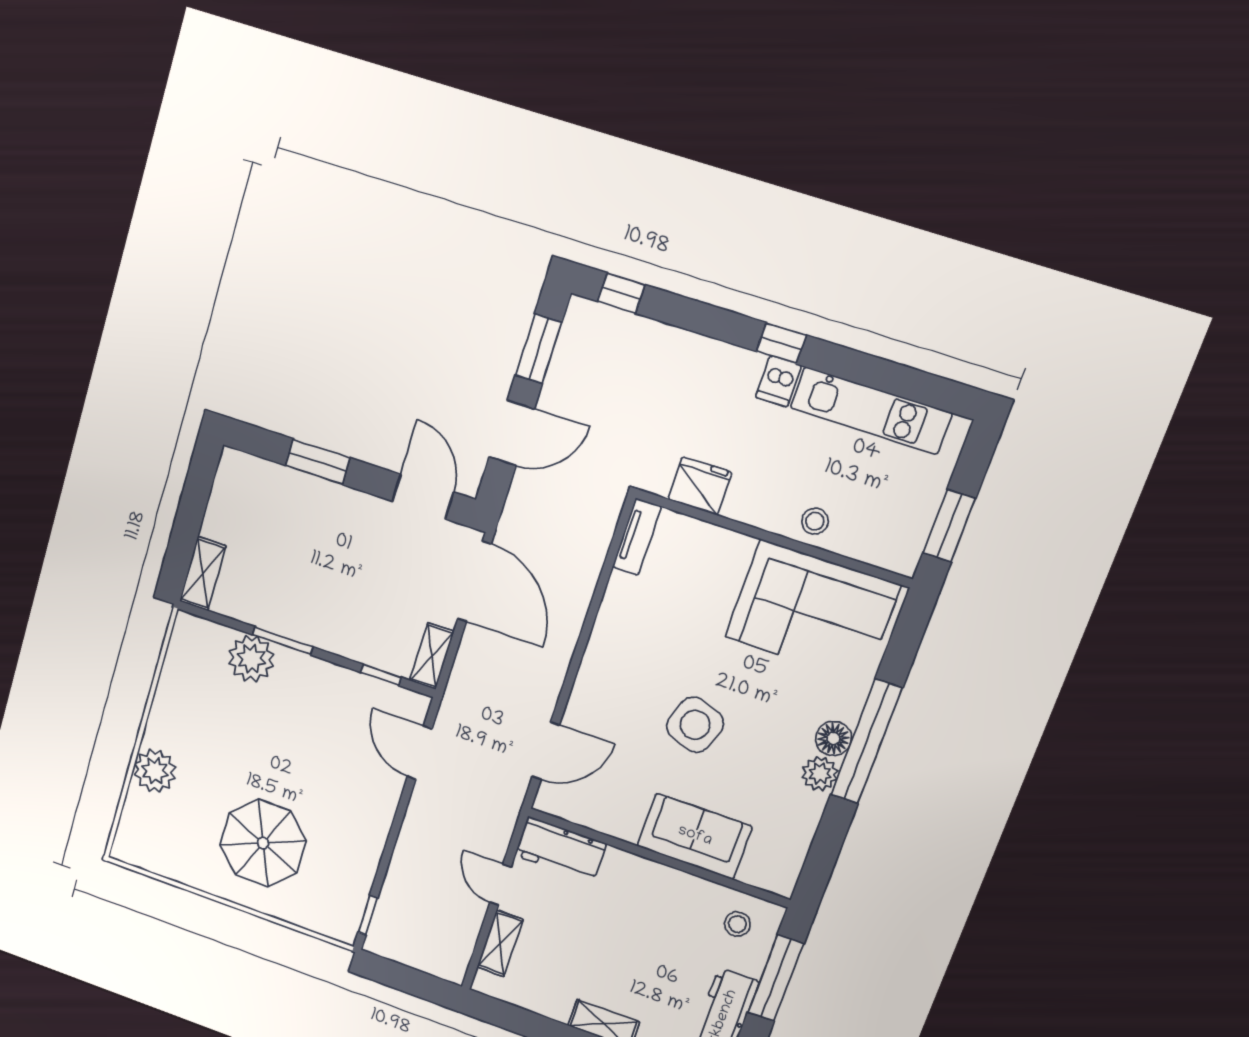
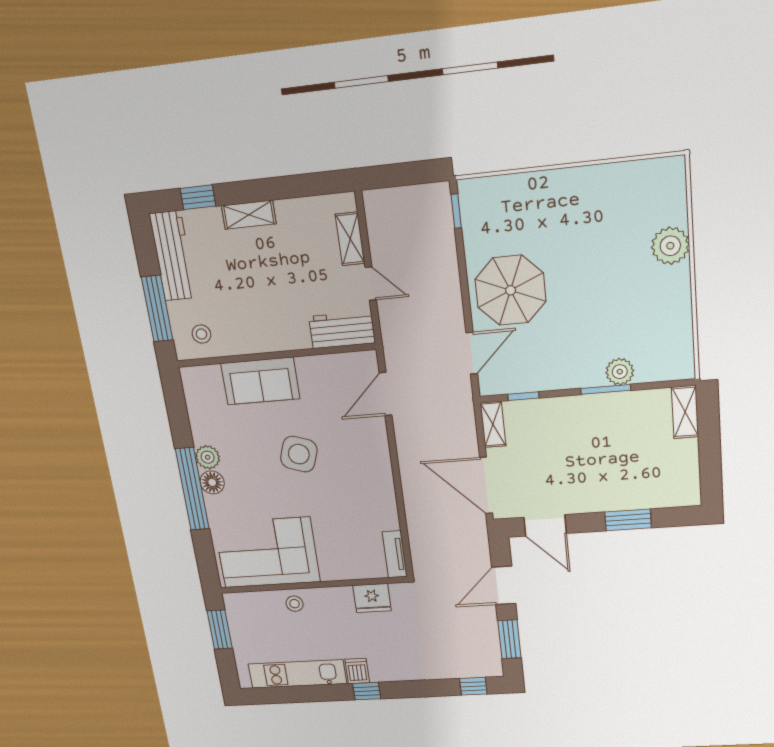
plant: (251, 659) -> (620, 372), width x0.73, depth x0.73
door: (420, 753) -> (472, 353), hinge flipped
parasol: (263, 843) -> (511, 290), moved

